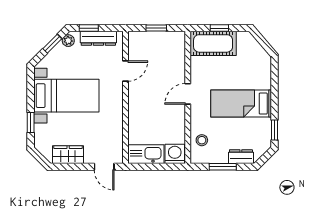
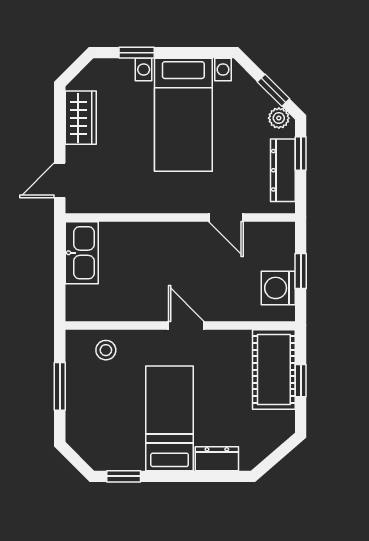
washing machine: (175, 154) -> (278, 288), moved, turned 180
dresser: (241, 157) -> (217, 459), moved, turned -90

